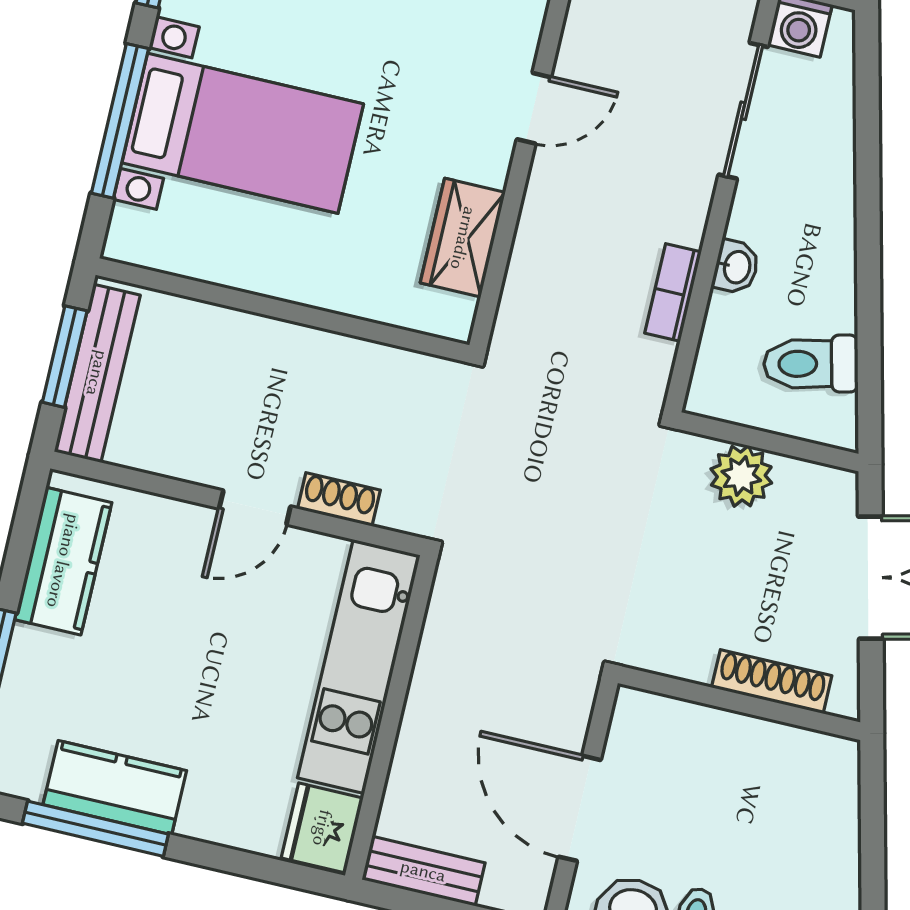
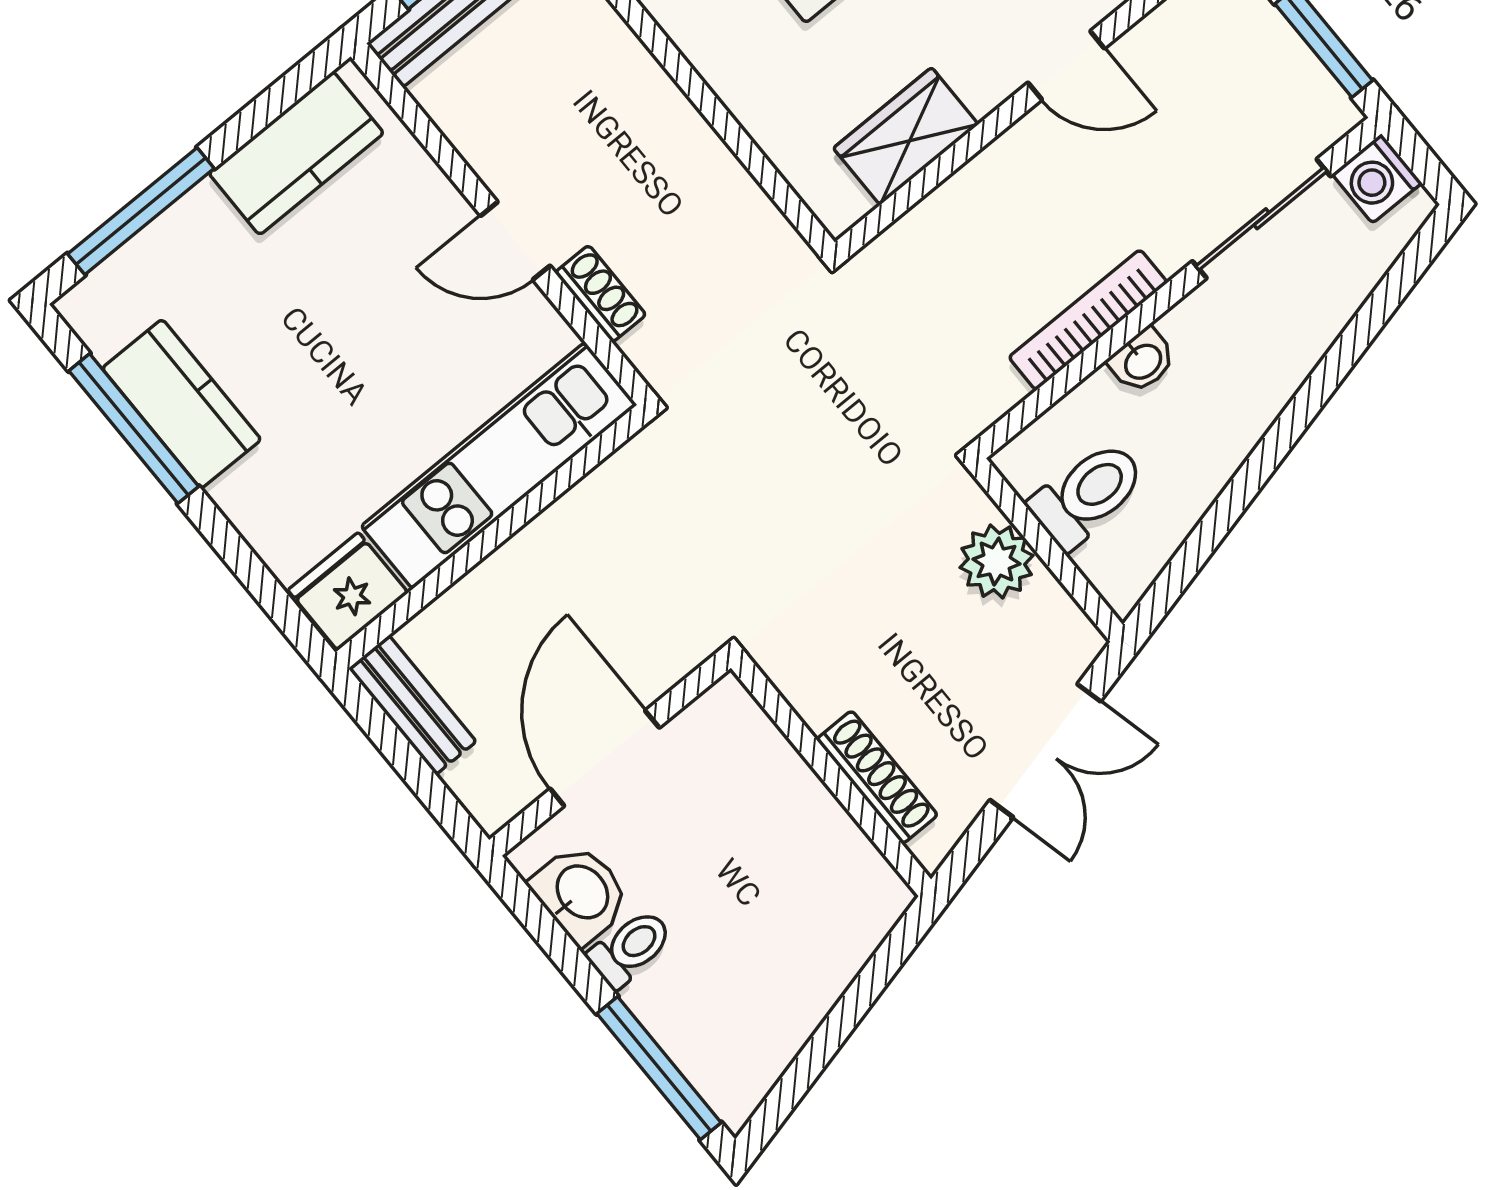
bookcase: (673, 293) -> (1088, 320), width x1.56
toilet: (811, 364) -> (1088, 494), moved, turned 104

